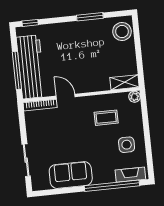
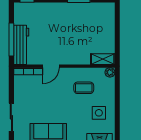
stool: (122, 31) -> (105, 15), removed
workbench: (31, 67) -> (21, 45), width x0.73, depth x0.76
door: (66, 96) -> (51, 66), swing flipped

